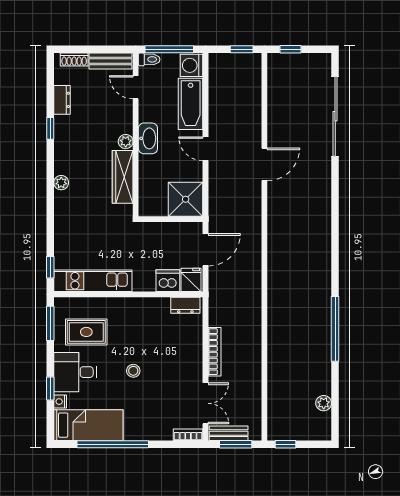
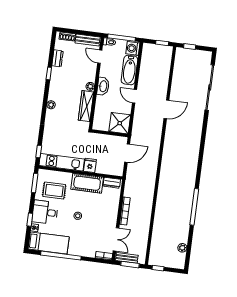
fridge: (191, 280) -> (90, 165), moved
dishwasher: (168, 281) -> (104, 168), removed
cot: (142, 312) -> (87, 183), added

